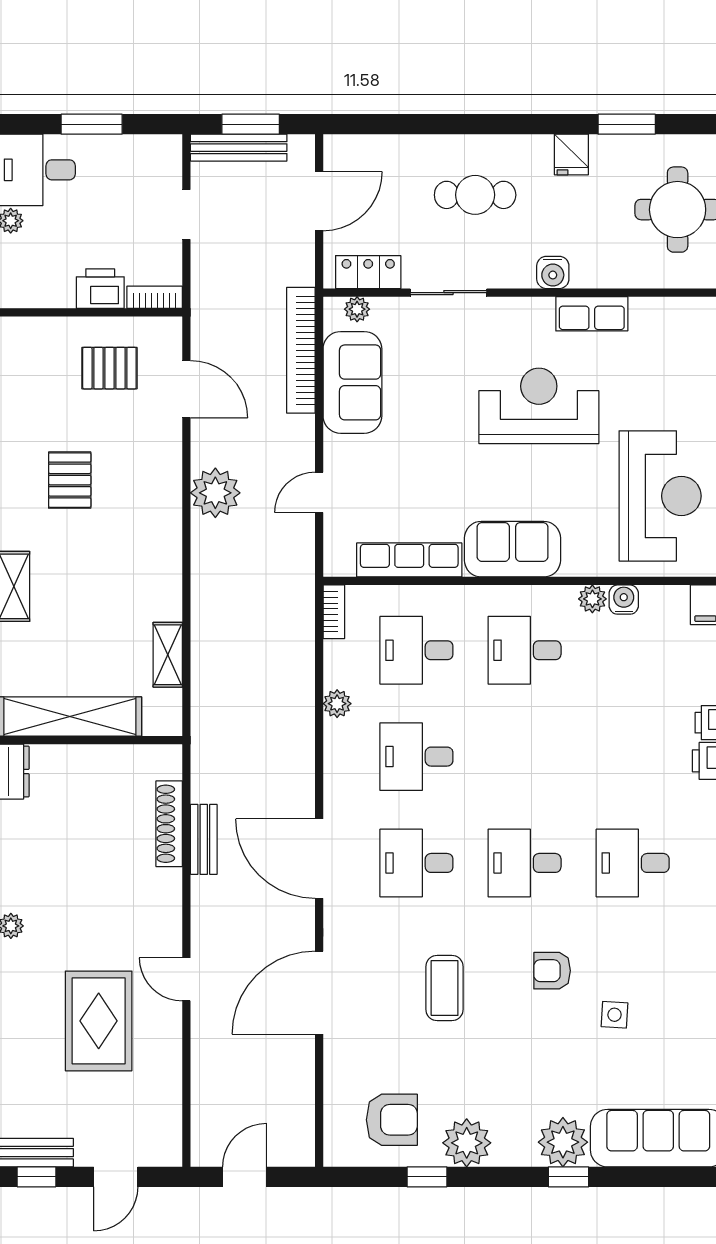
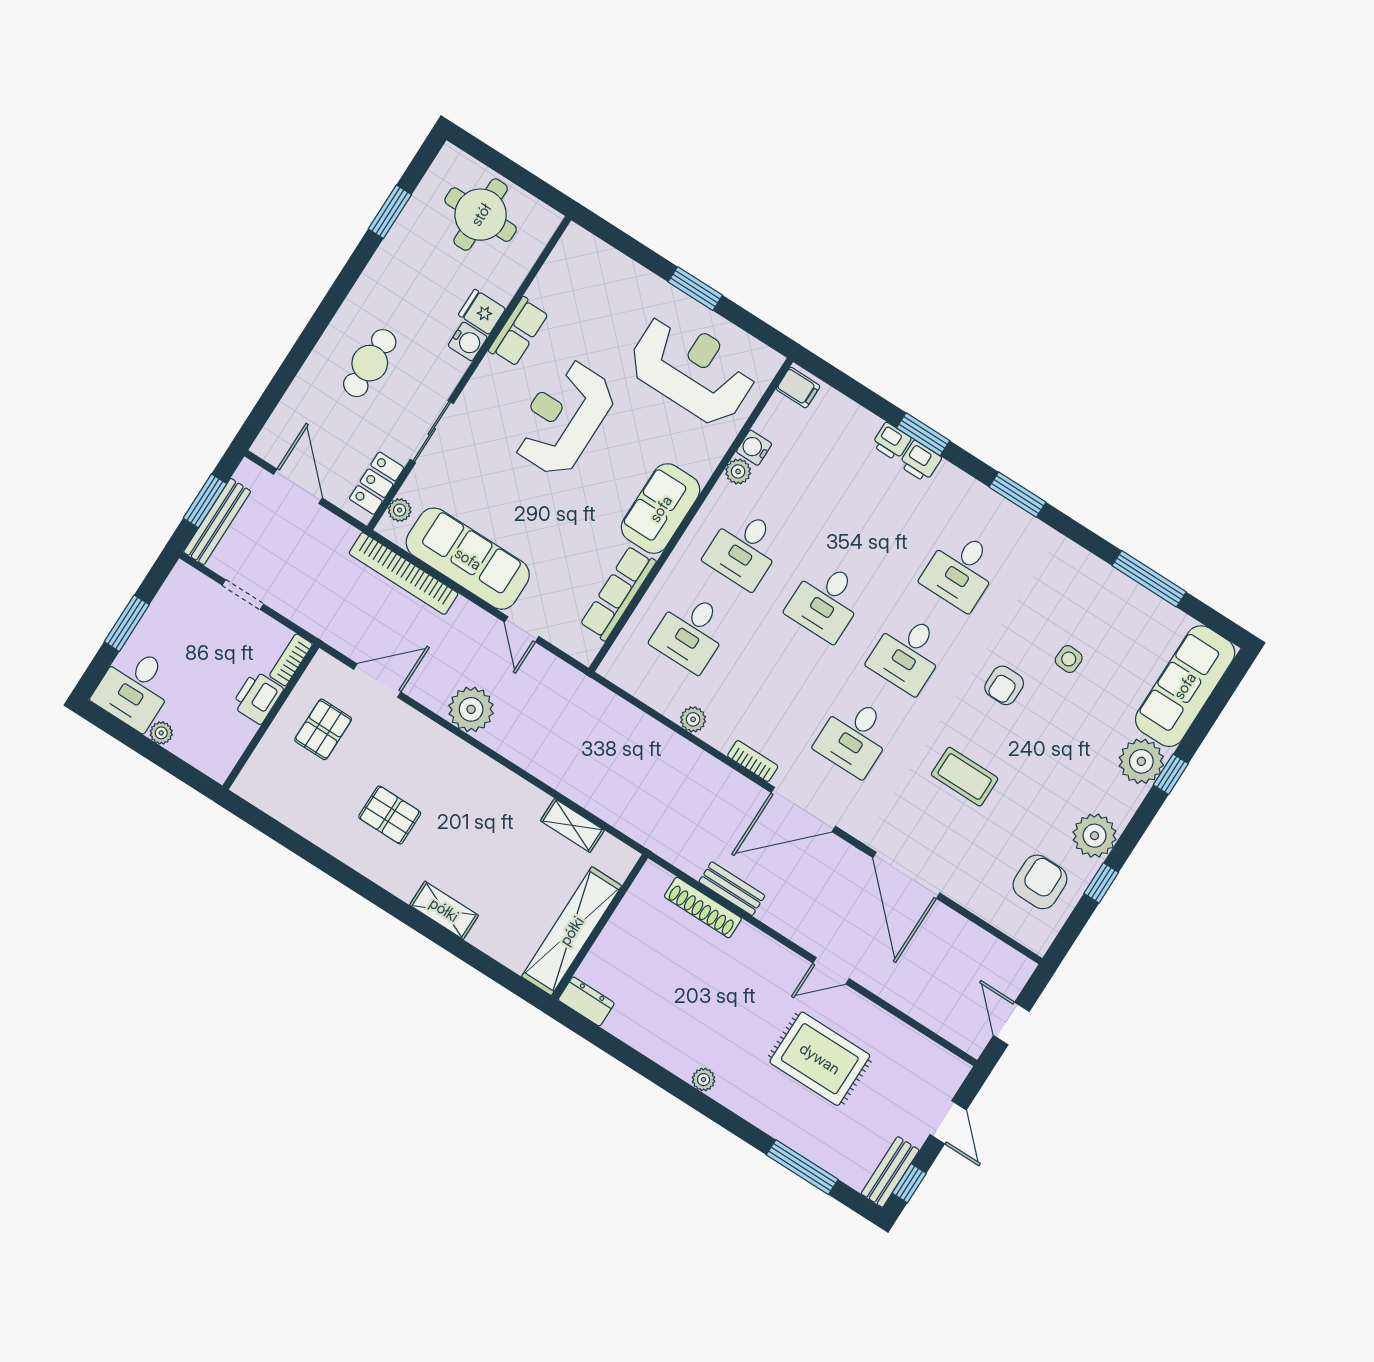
fridge: (571, 154) -> (482, 312), moved, turned 180
sofa: (352, 382) -> (468, 559), width x1.36
bookcase: (334, 612) -> (753, 761), moved
desk: (416, 757) -> (826, 601), moved

